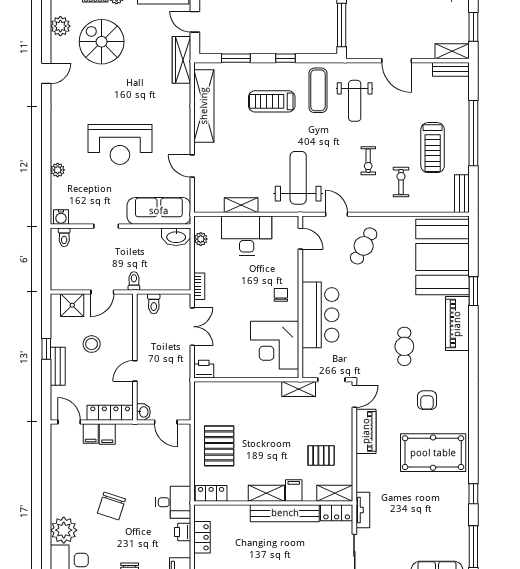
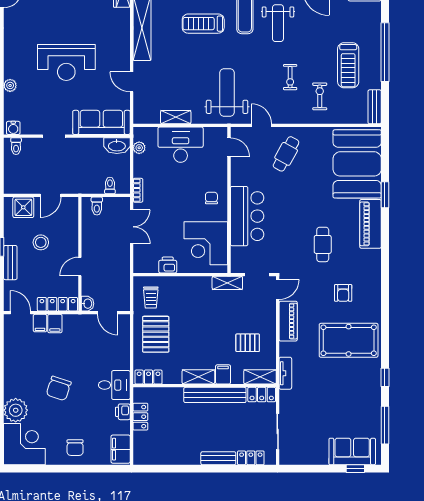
toilet: (134, 281) -> (110, 185), moved
printer: (204, 369) -> (168, 265), moved
trolley: (214, 405) -> (151, 297), added
tv unit: (363, 510) -> (285, 373), moved

